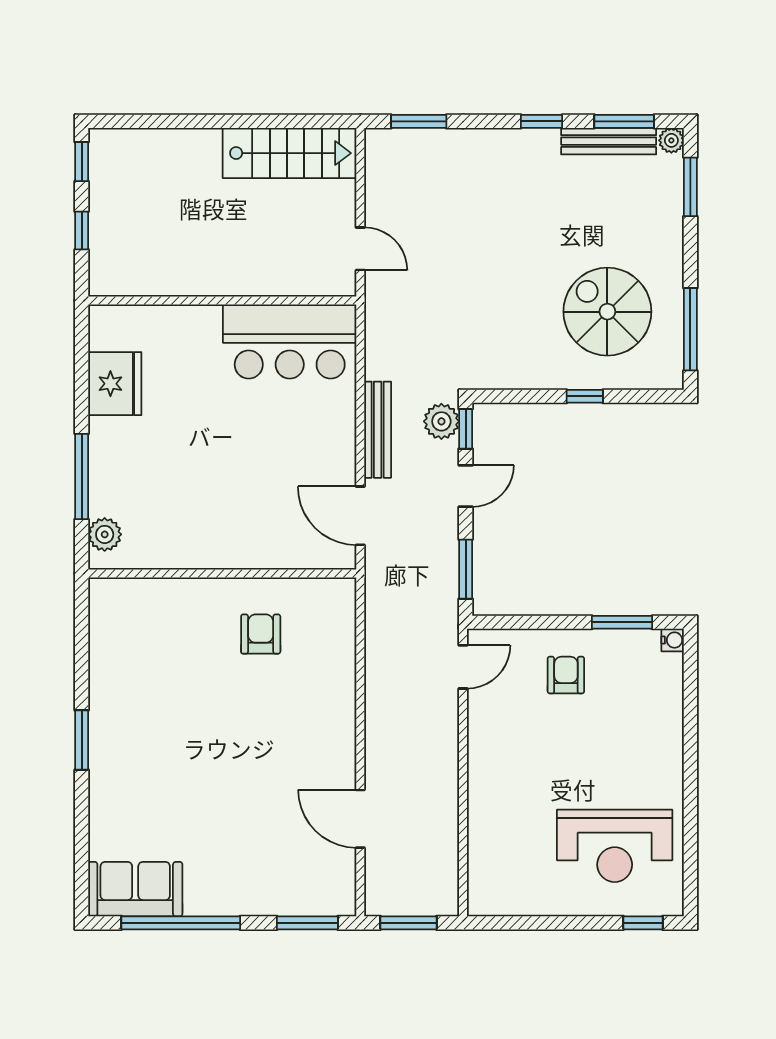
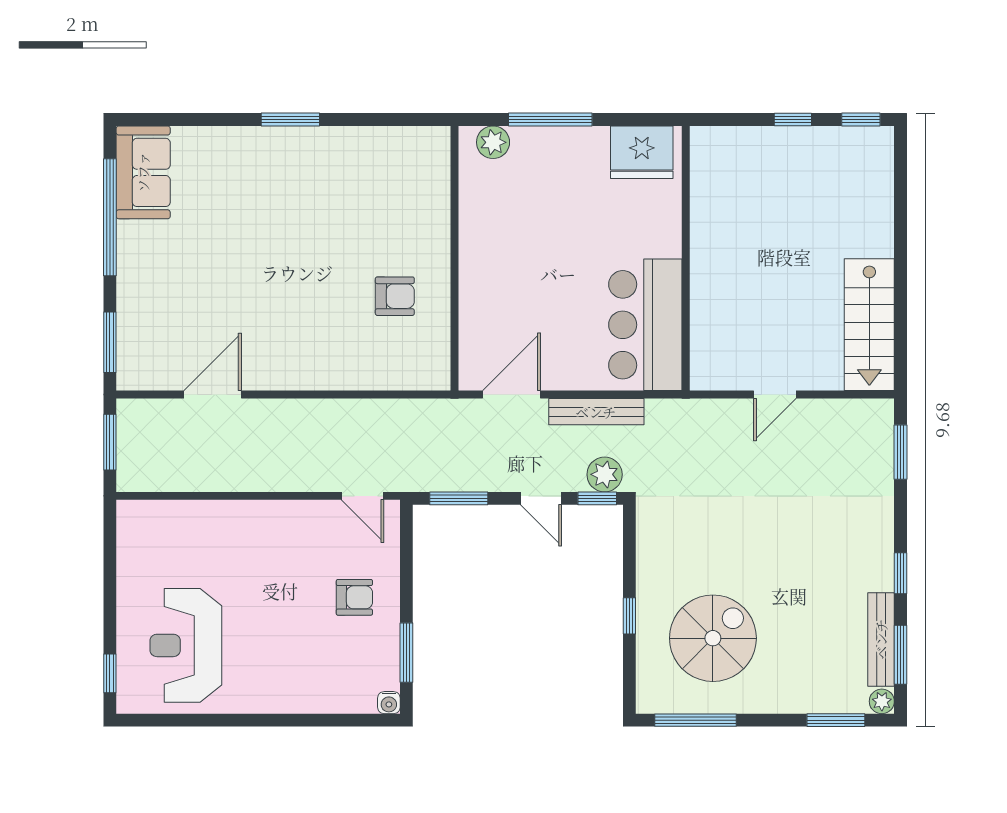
wall: (222, 301) -> (686, 258), moved
bar counter: (290, 342) -> (645, 325), moved

